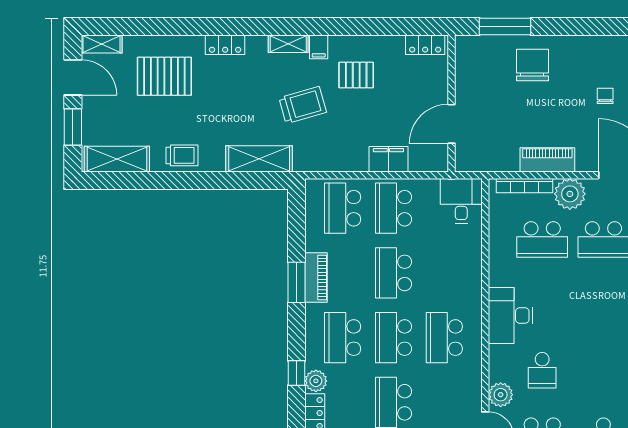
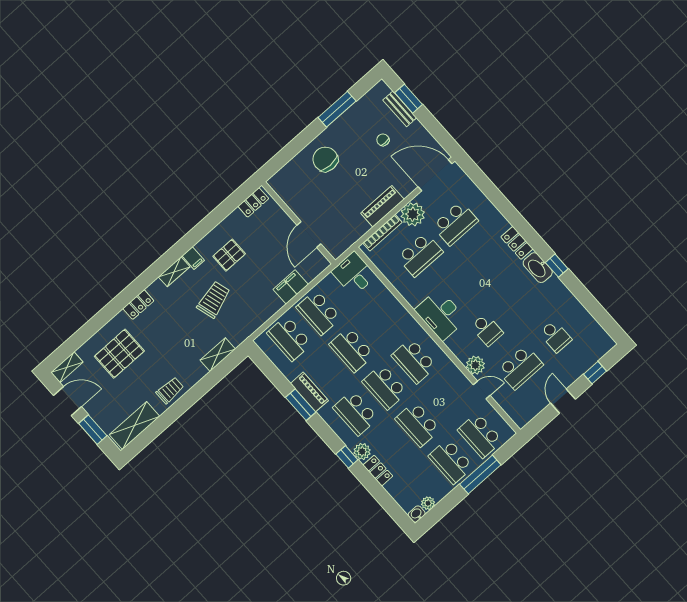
window: (505, 26) -> (337, 109), moved
shelving: (259, 159) -> (218, 355), width x0.67, depth x0.75

